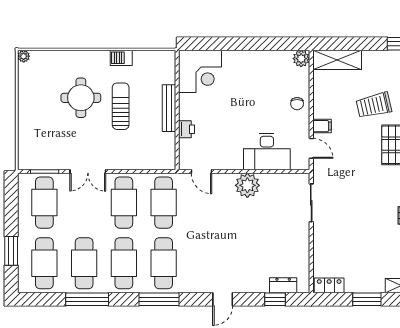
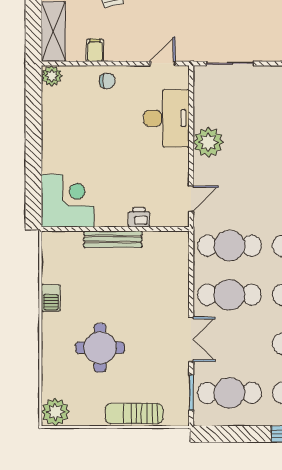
plant: (24, 56) -> (55, 412), width x1.88, depth x1.88
sun lounger: (121, 106) -> (134, 413), moved
filing cabinet: (322, 126) -> (95, 50), moved

